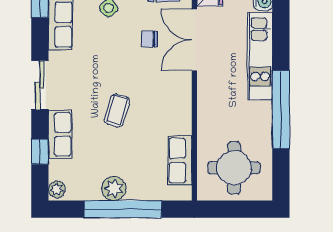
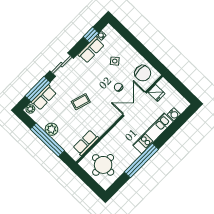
row of seats: (60, 134) -> (44, 97), moved
window: (40, 152) -> (38, 89), width x2.17

